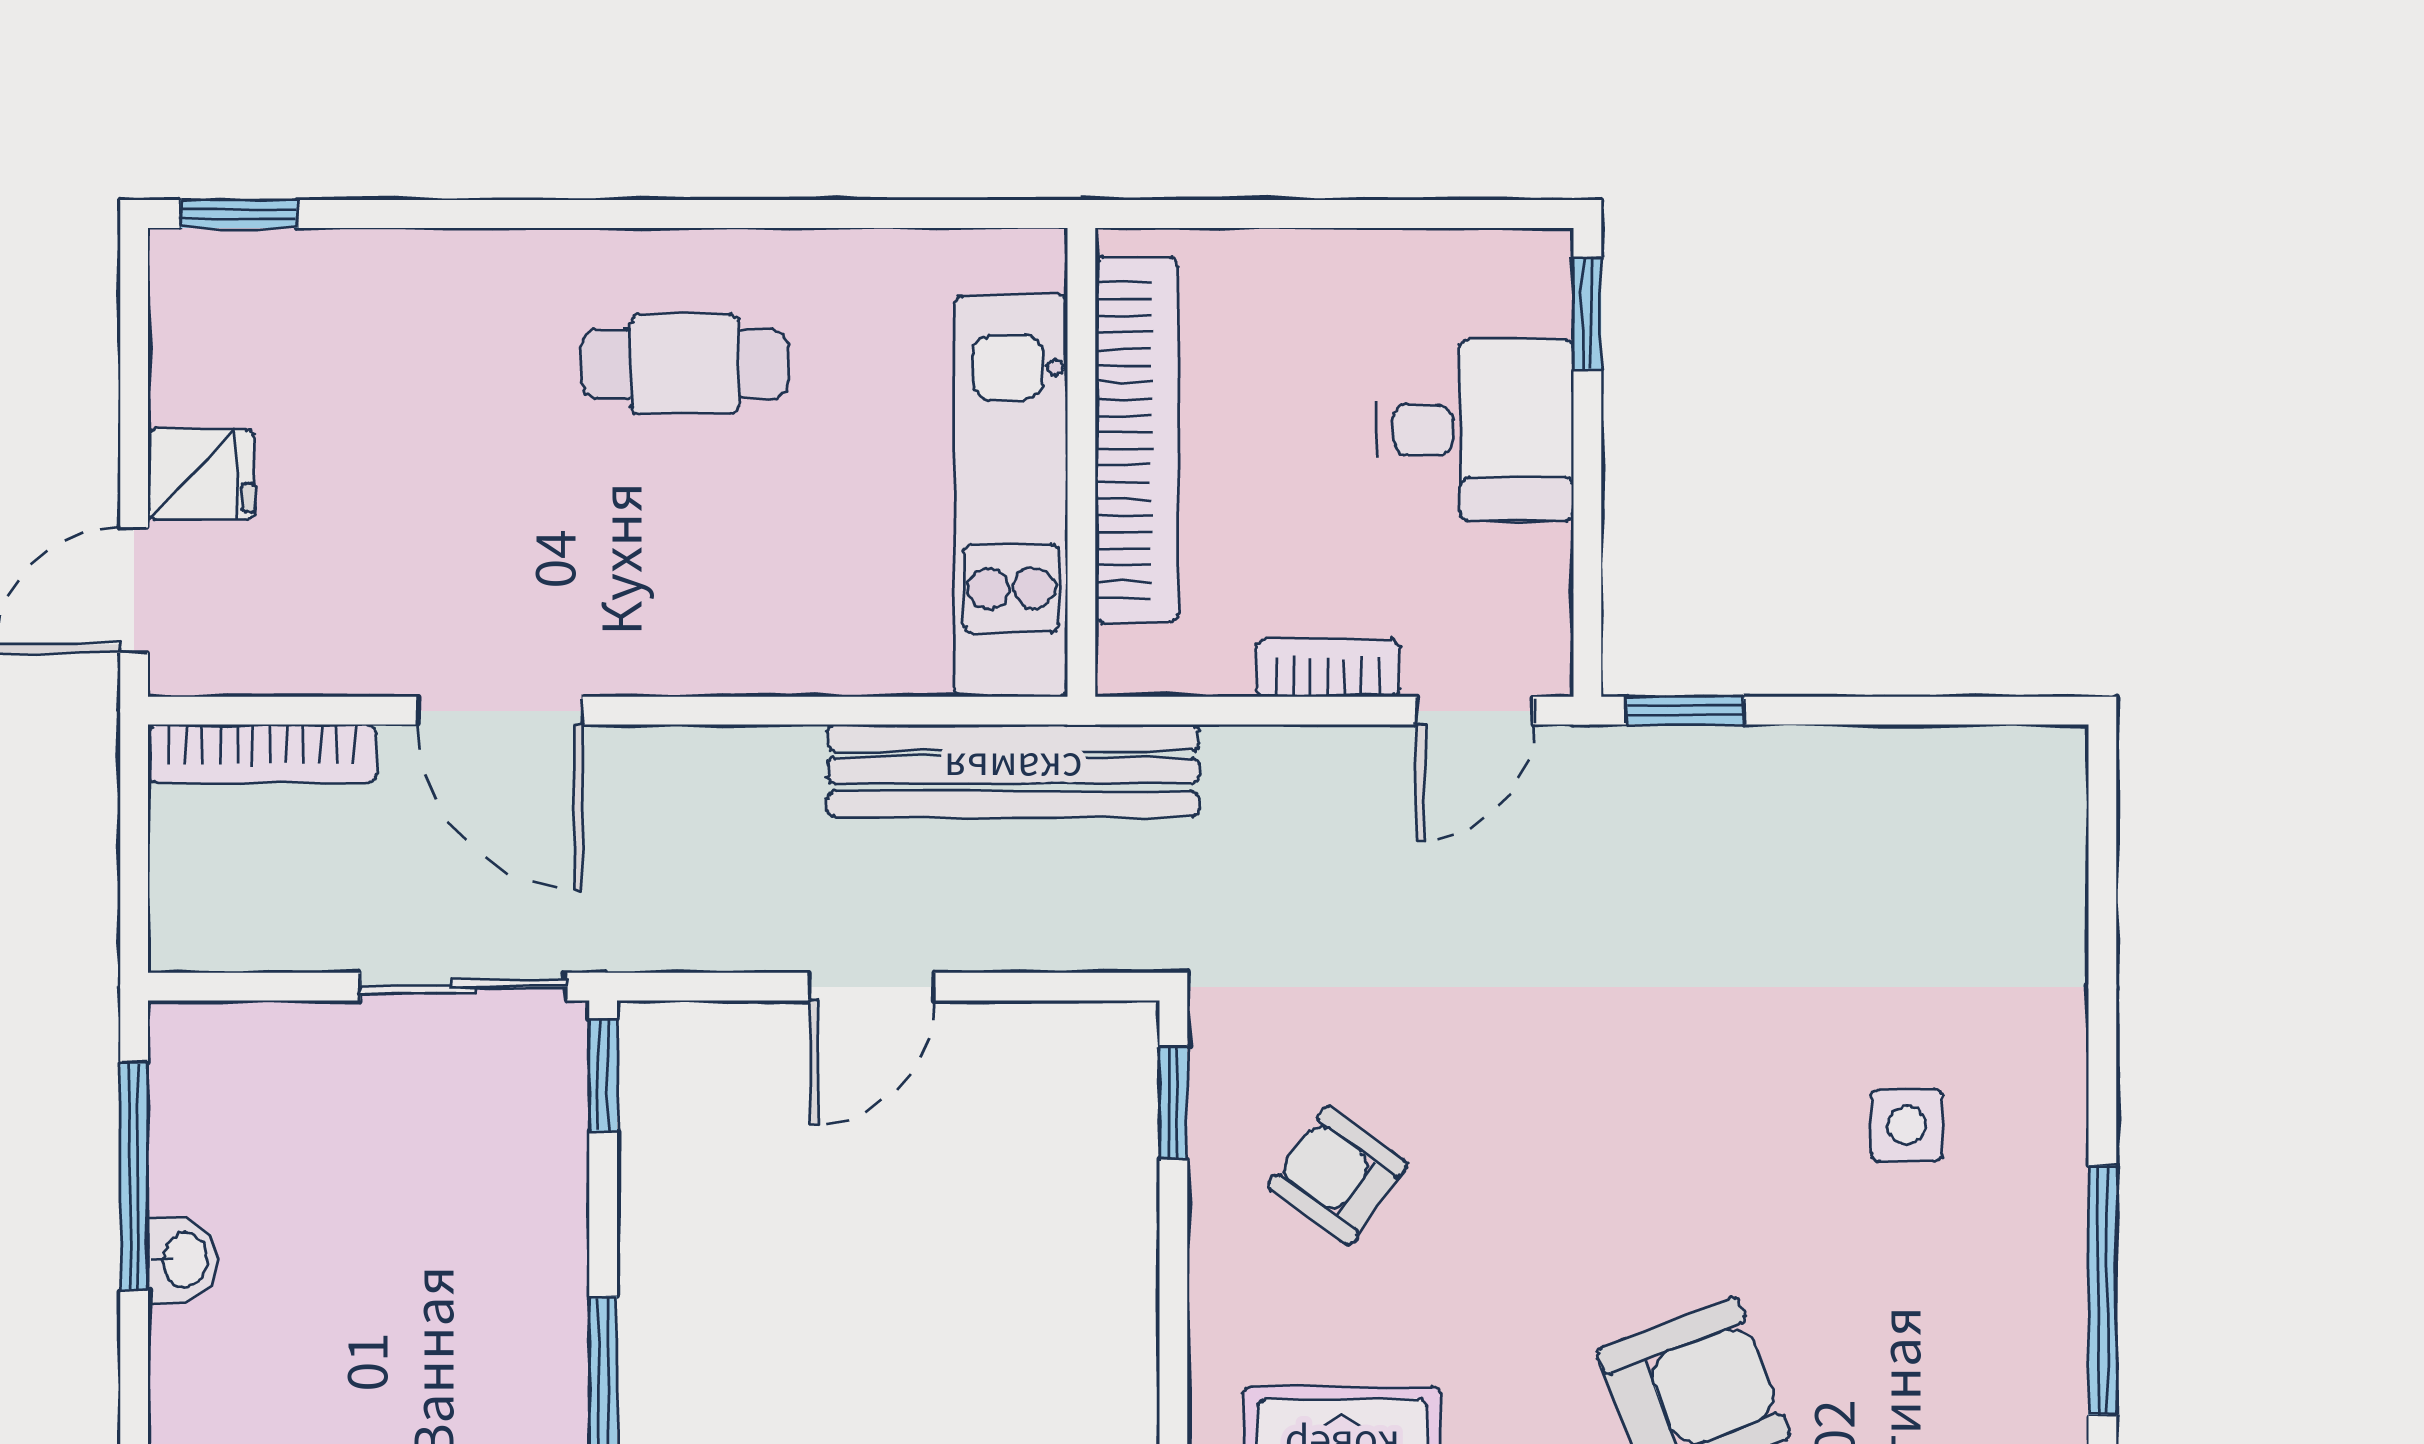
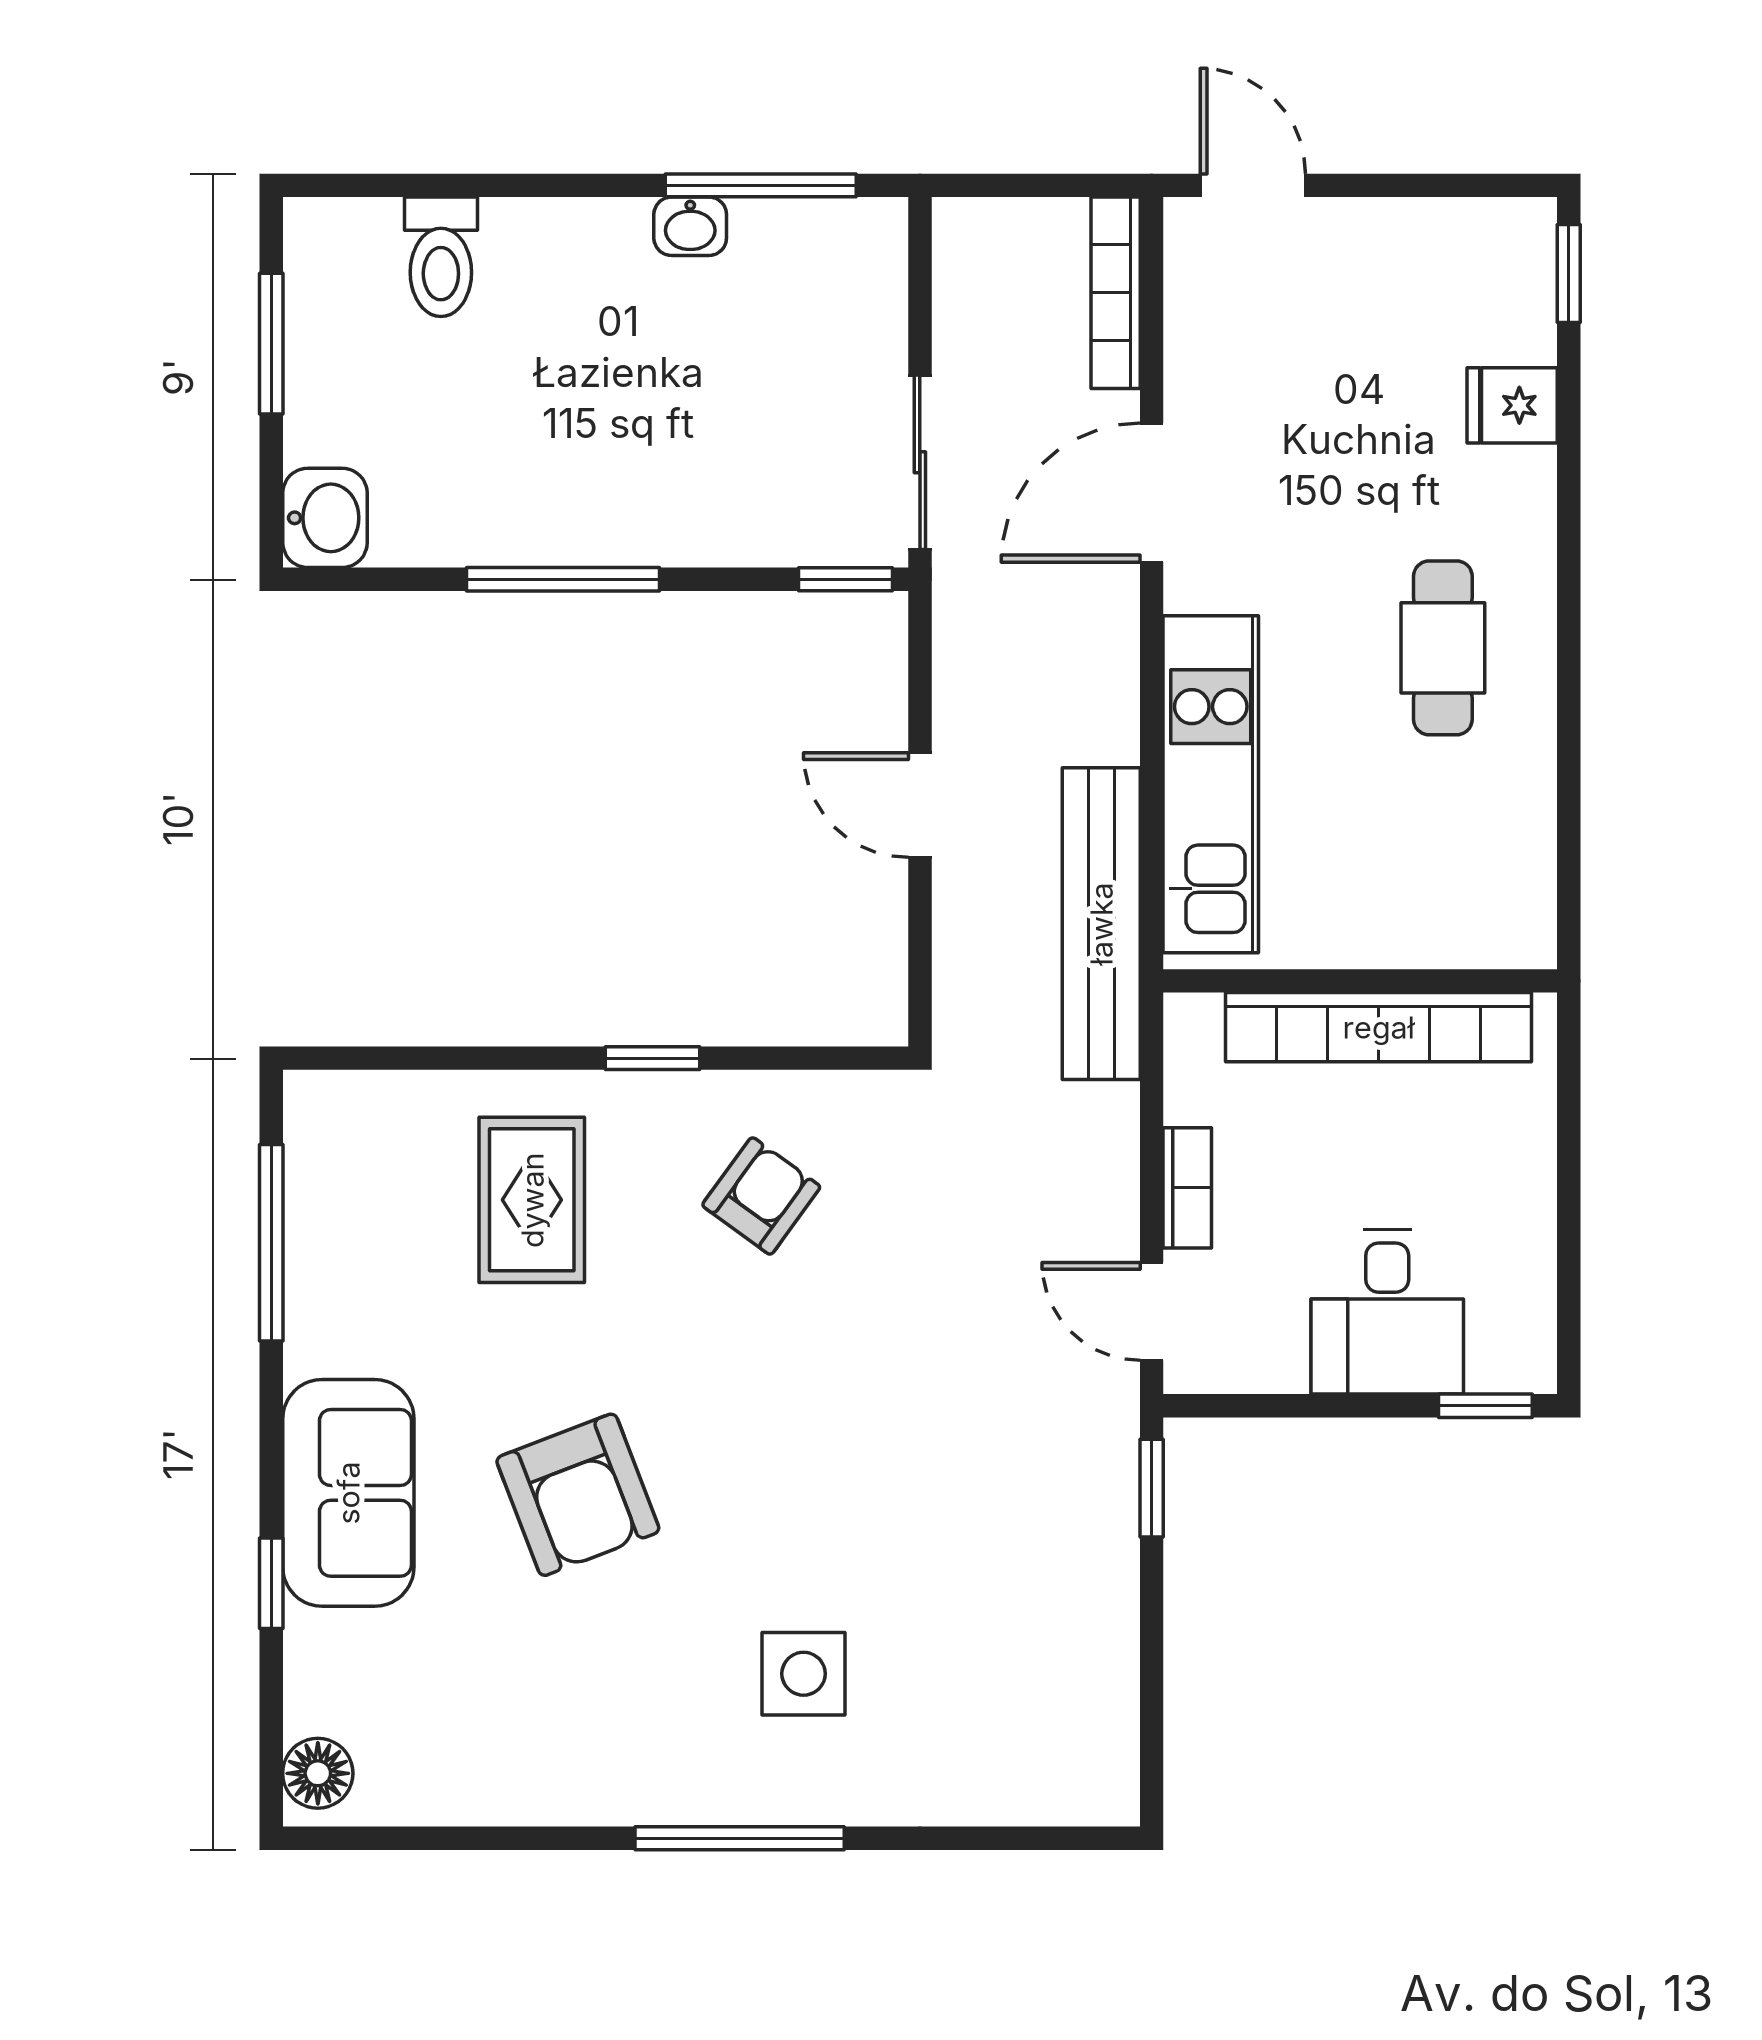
fridge: (201, 474) -> (1512, 405), moved, turned 90
kitchen unit: (1011, 496) -> (1211, 784), moved, turned 90
window: (1173, 1103) -> (652, 1058), moved
side table: (1907, 1125) -> (804, 1674), width x1.37, depth x1.37
window: (2102, 1290) -> (740, 1838), moved

